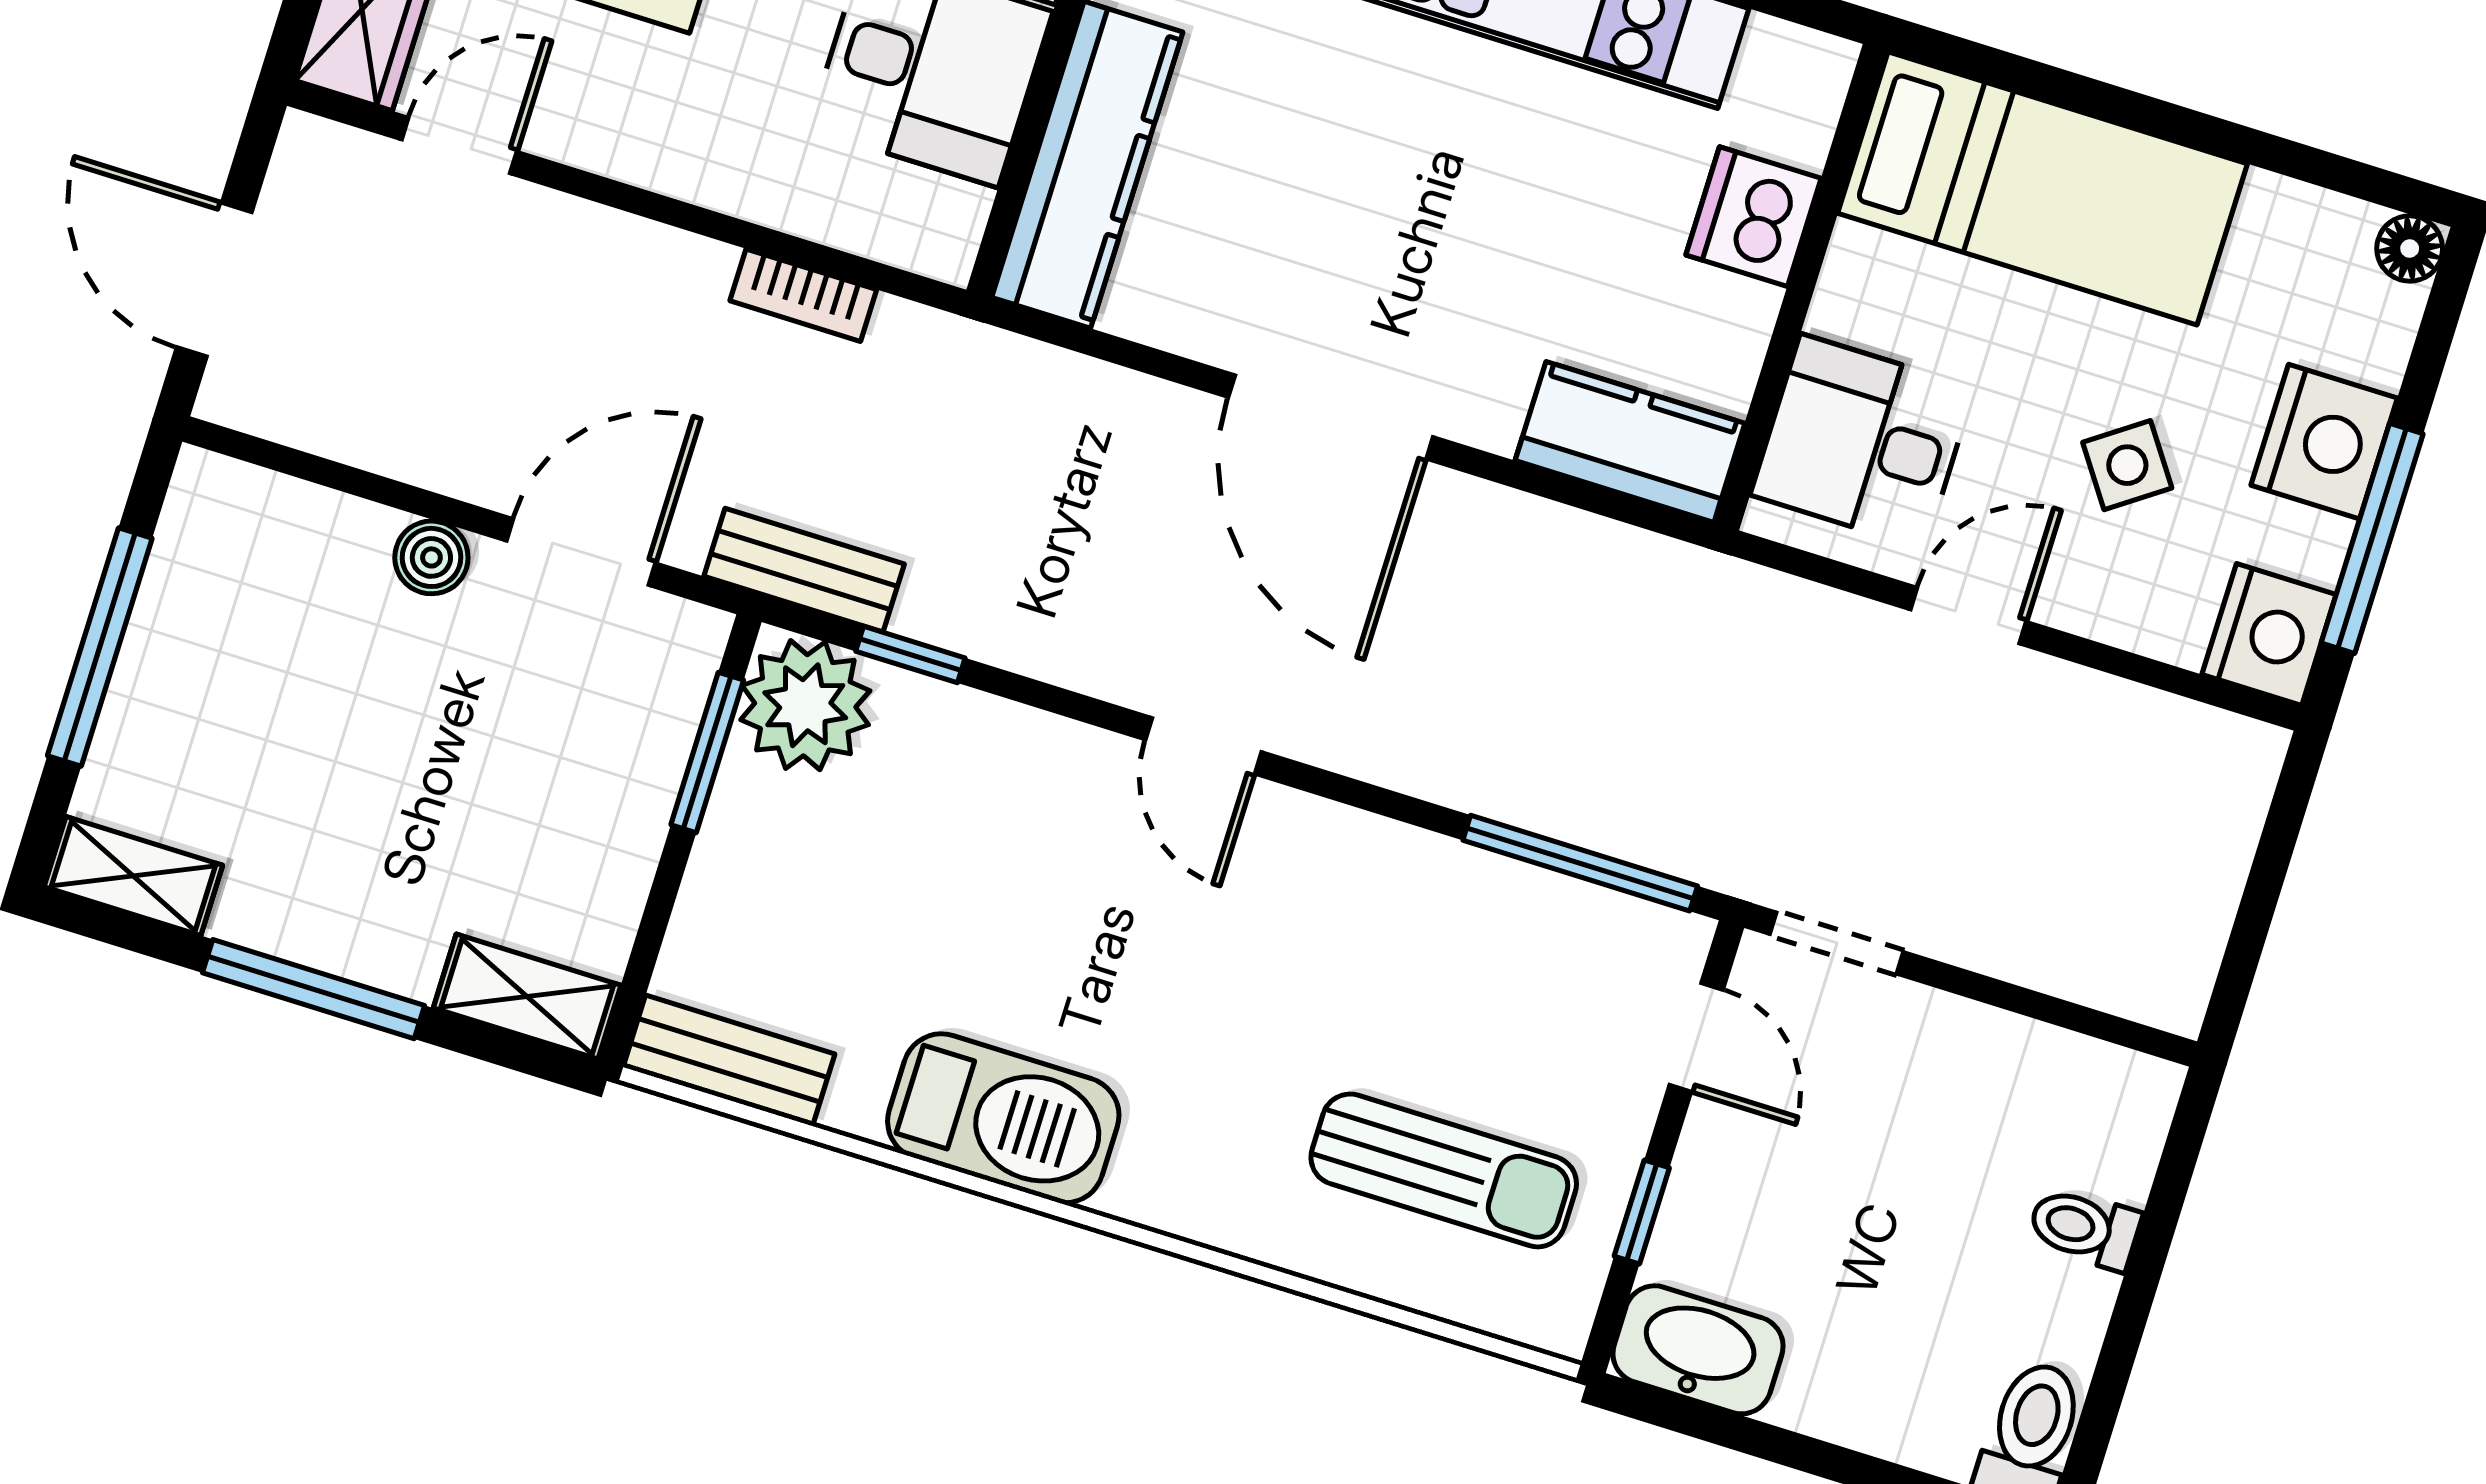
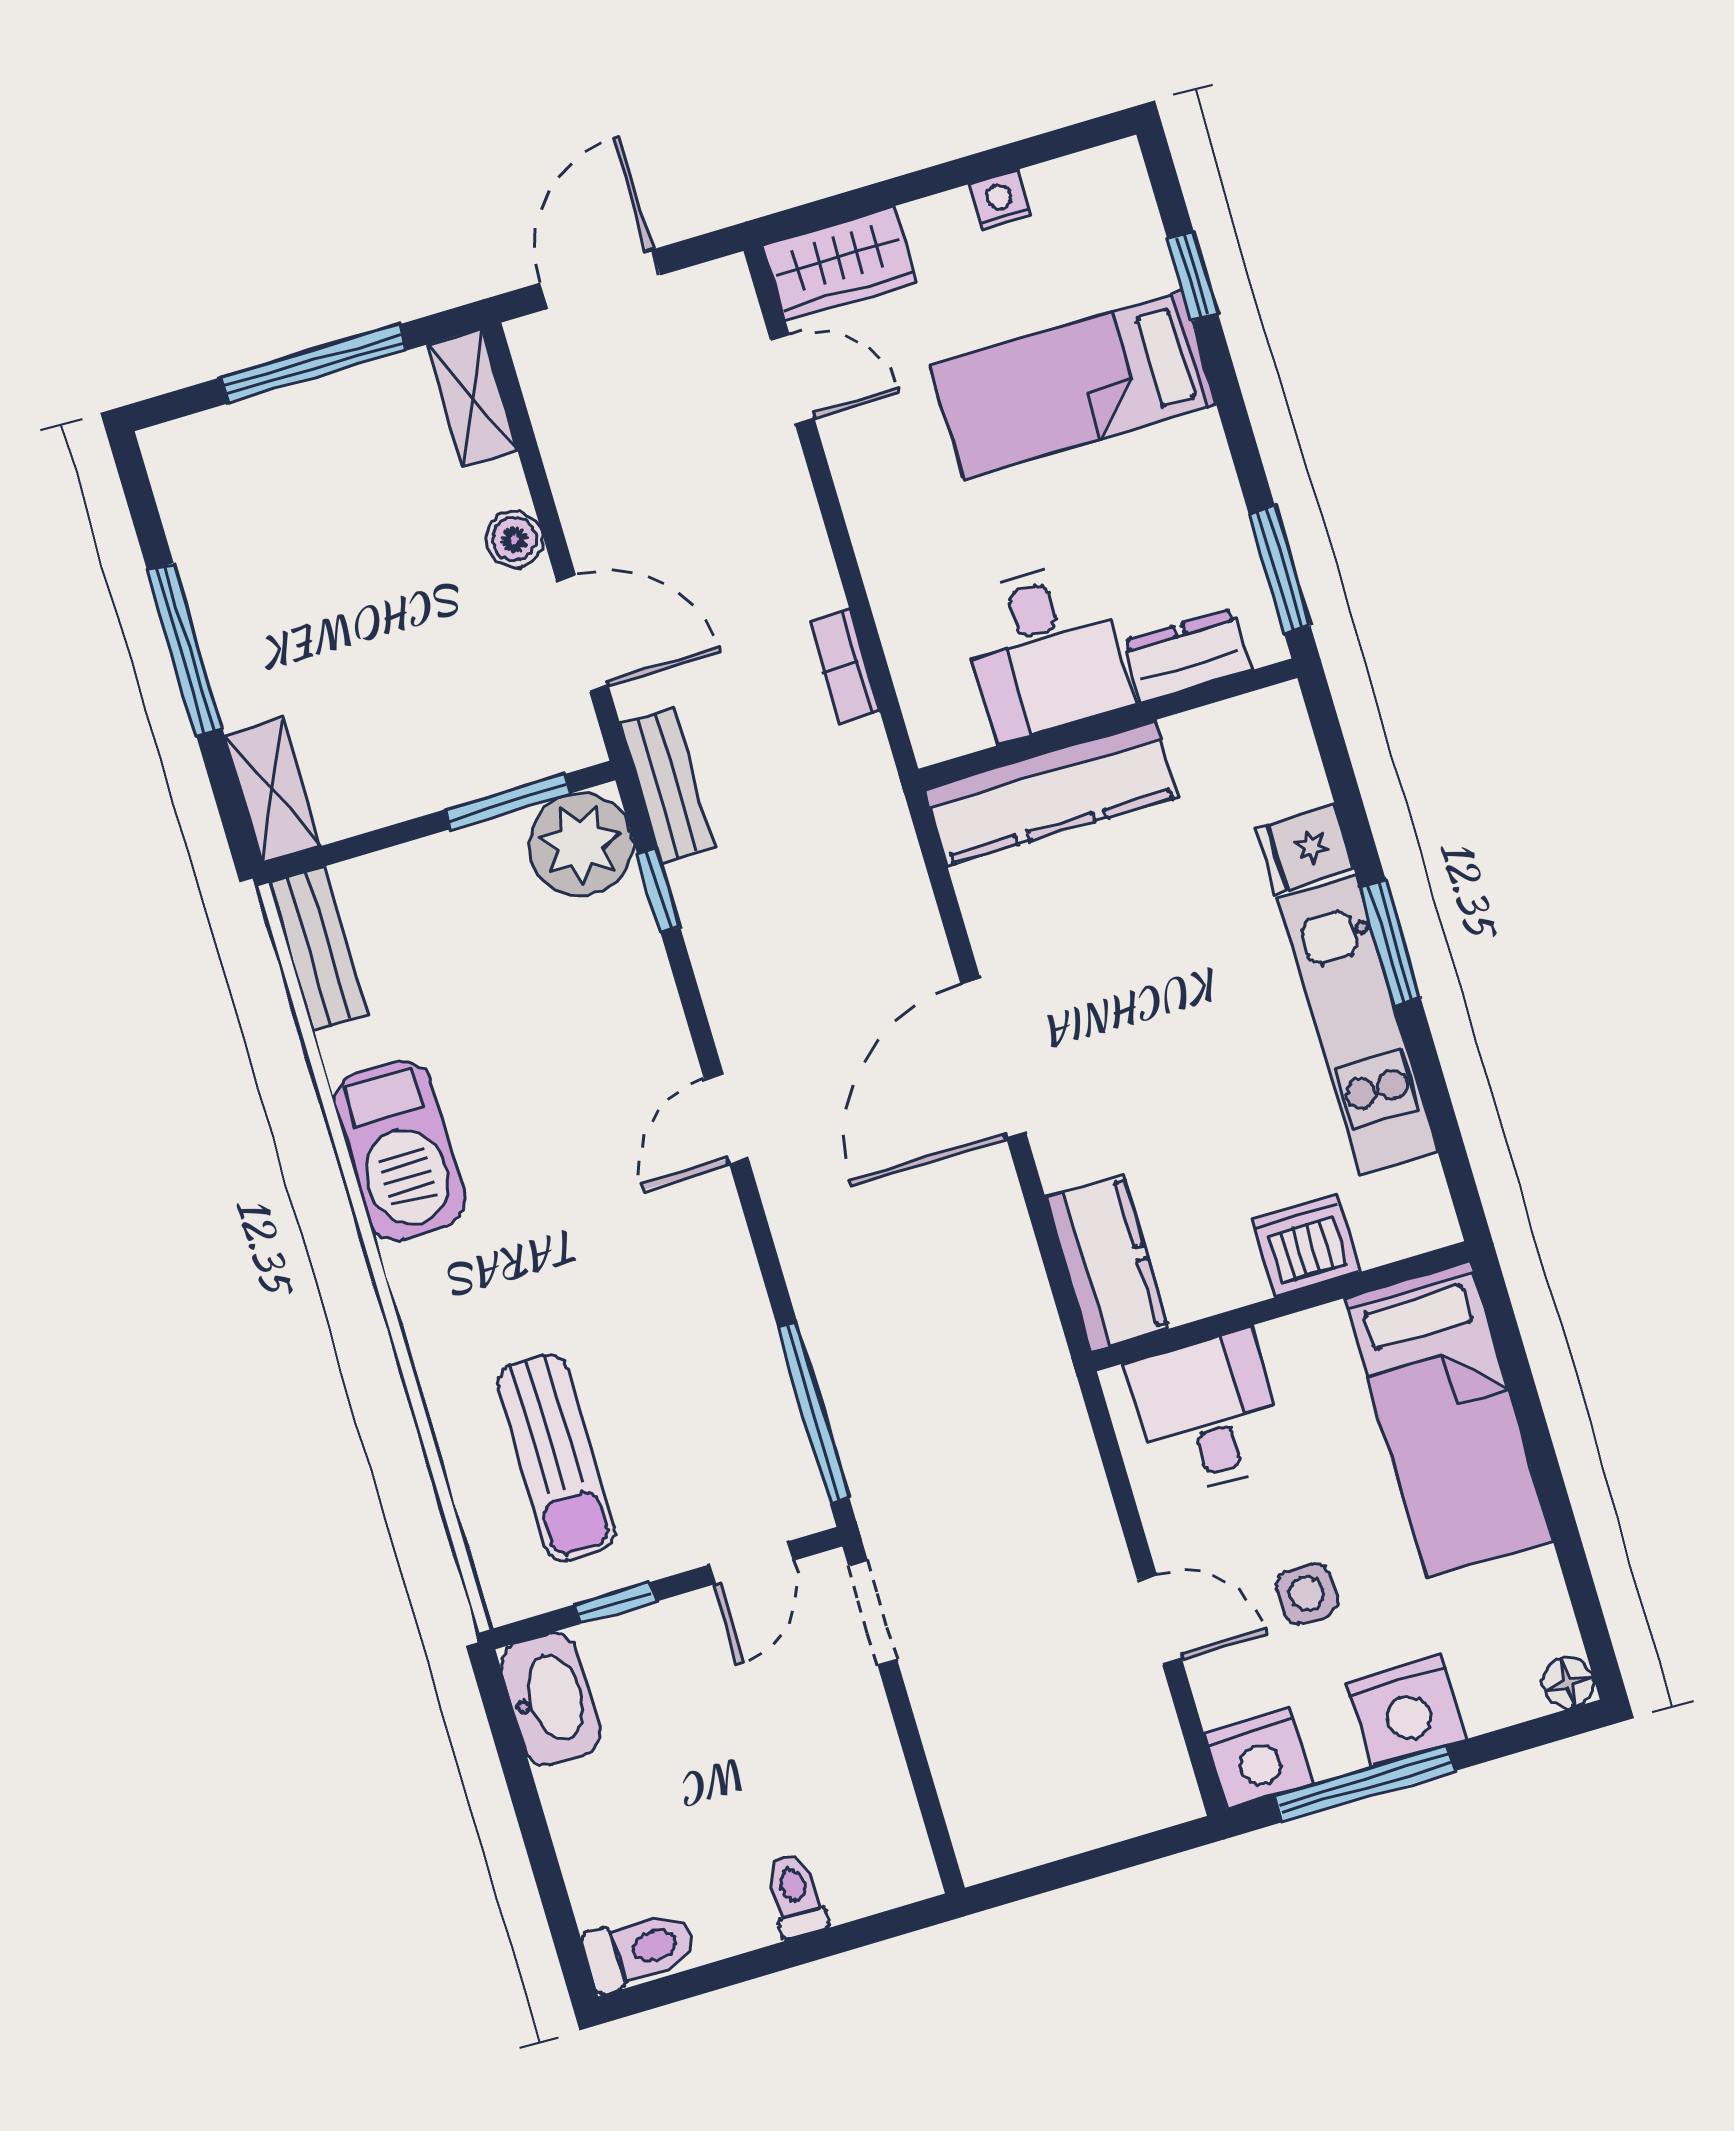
side table: (2127, 465) -> (1307, 1594), turned 35
door: (1968, 616) -> (1160, 1620), moved
shelving: (133, 876) -> (472, 398), moved

